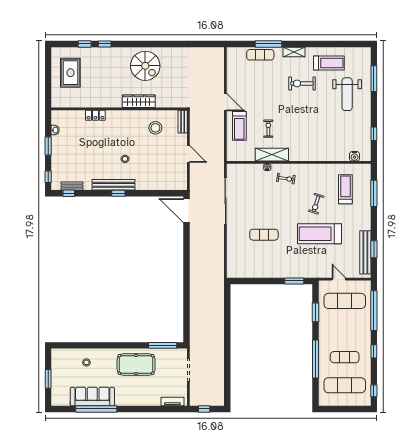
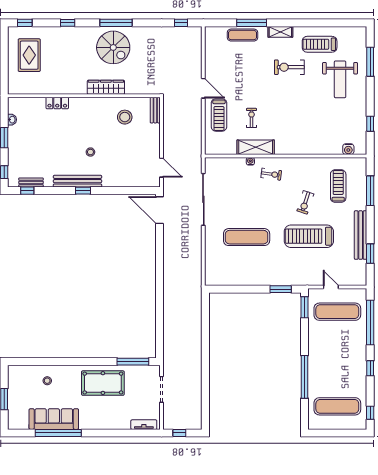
window: (85, 44) -> (25, 23), moved
window: (148, 44) -> (116, 23), added
window: (206, 44) -> (181, 23), added
treadmill: (329, 63) -> (320, 44), turned 180
door: (188, 154) -> (162, 168), moved
exercise mat: (264, 235) -> (247, 237), width x1.36, depth x1.45
bench: (365, 252) -> (361, 235), moved
window: (315, 312) -> (304, 307), moved
exercise mat: (345, 357) -> (337, 375), removed

